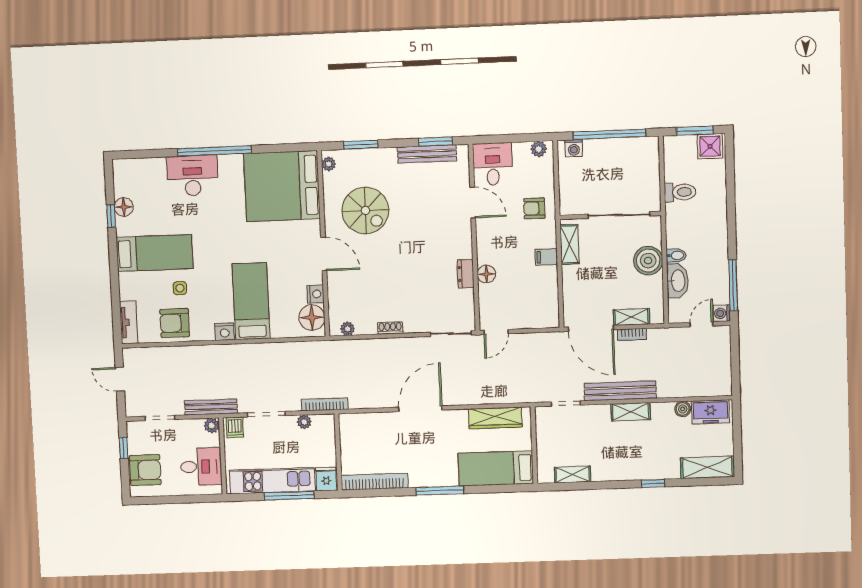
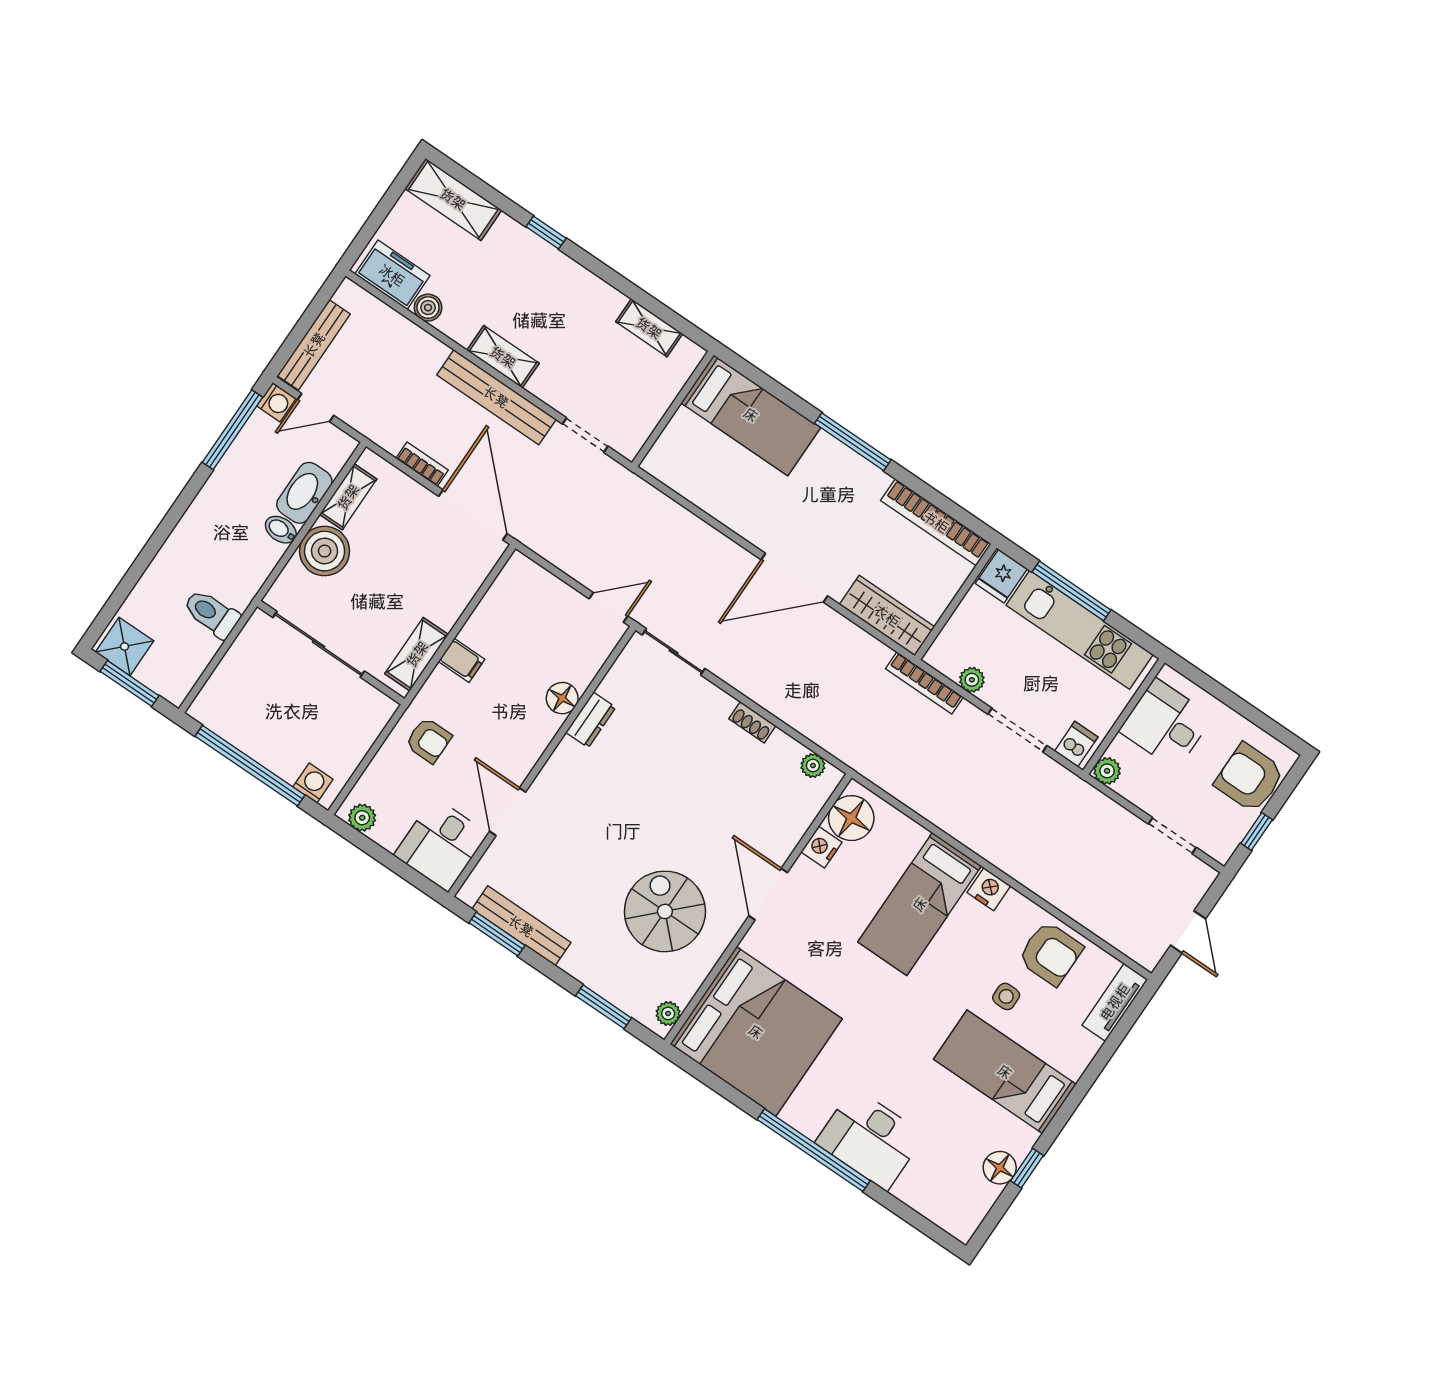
shelving: (631, 317) -> (348, 497), moved, turned 90
bench: (211, 407) -> (314, 345), moved, turned 90
wardrobe: (495, 418) -> (887, 616), moved

